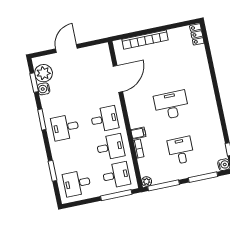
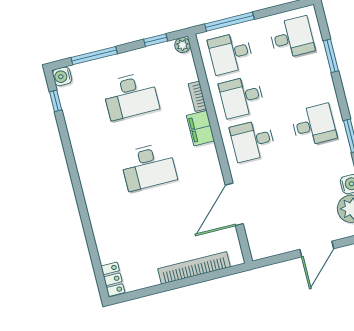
filing cabinet: (138, 133) -> (200, 128), width x2.00
desk: (181, 150) -> (131, 96), width x1.37
window: (164, 185) -> (156, 40), width x0.46

